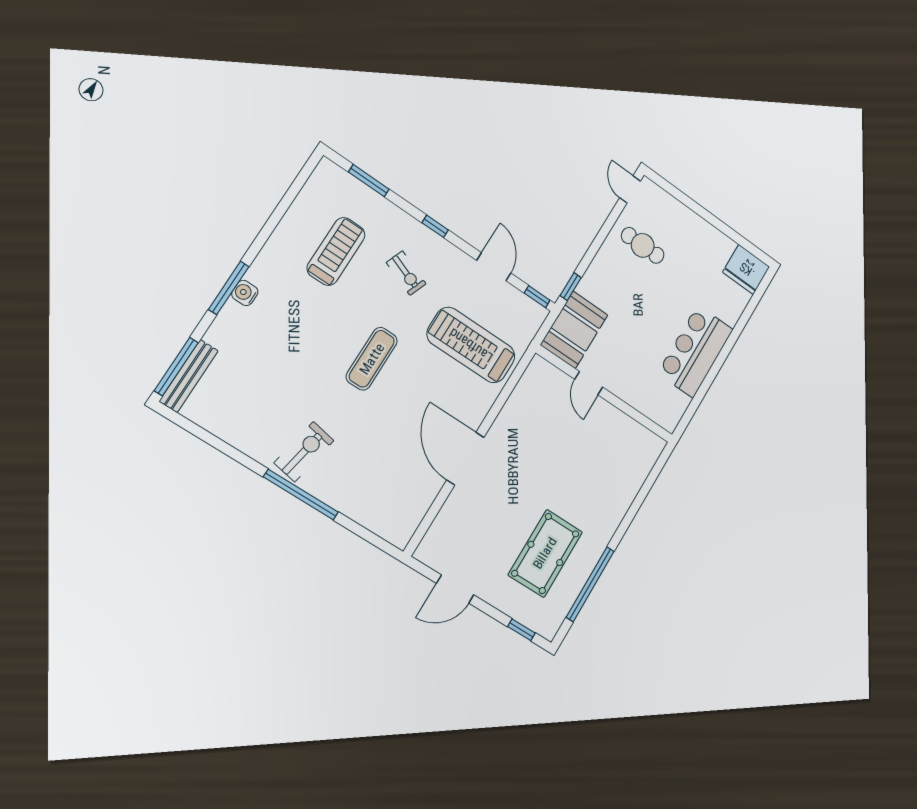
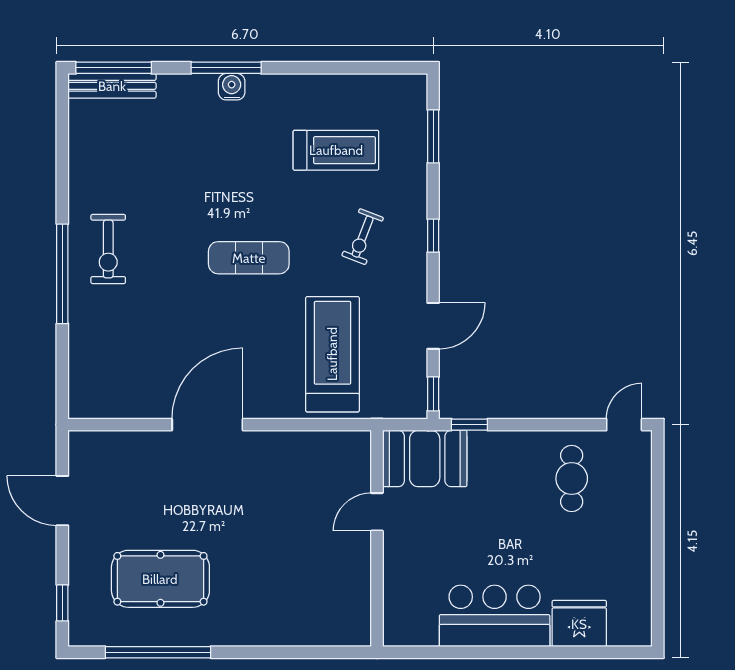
fridge: (746, 269) -> (579, 624), moved, turned 90
exercise bike: (304, 452) -> (108, 249), turned 79

